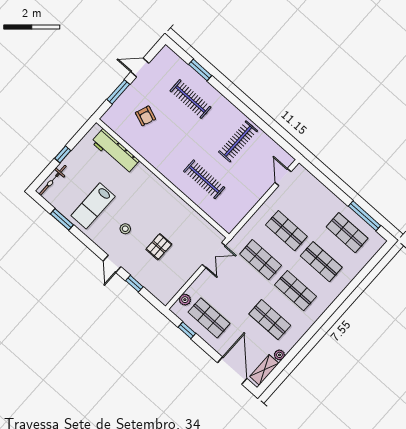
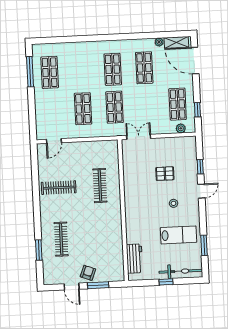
armchair: (145, 116) -> (88, 273), moved
workbench: (115, 151) -> (135, 259), width x0.73
bicycle: (53, 180) -> (181, 271), width x1.37, depth x1.40
shop shelf: (321, 262) -> (81, 71), removed
door: (232, 371) -> (195, 61), hinge flipped

